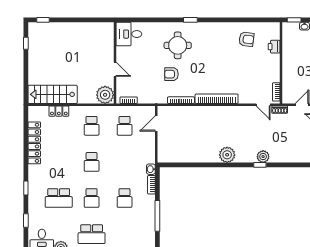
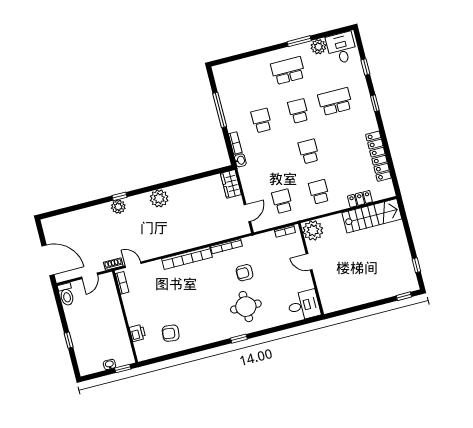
armchair: (171, 74) -> (245, 273), turned 180
wardrobe: (164, 151) -> (231, 184), added

